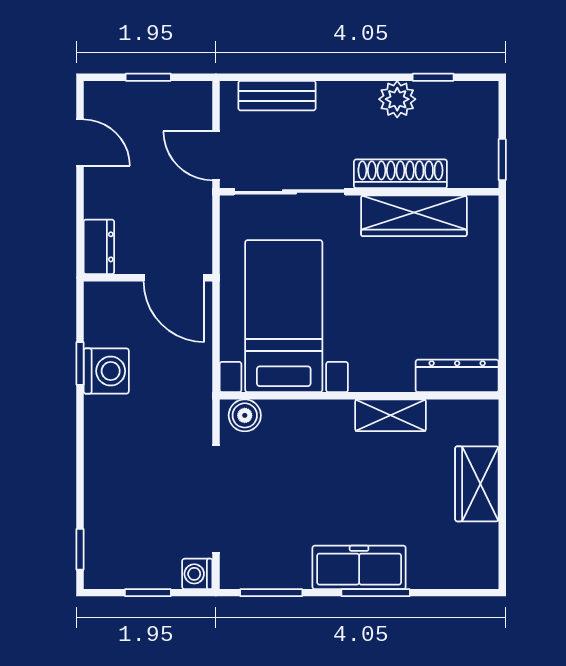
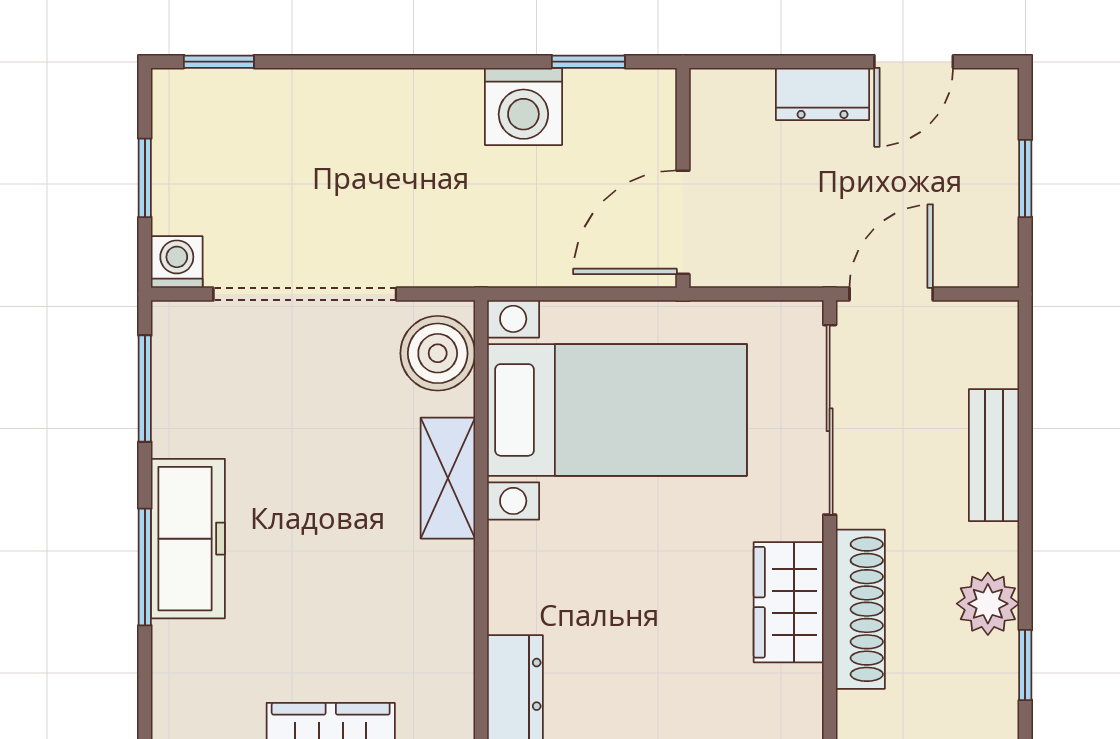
bench: (277, 96) -> (994, 455), moved
wardrobe: (414, 216) -> (789, 602), width x0.67
dresser: (99, 247) -> (823, 94), moved
window: (80, 363) -> (588, 62), moved
boiler: (245, 415) -> (438, 353), width x1.36, depth x1.36
shelving: (391, 415) -> (448, 478), moved

